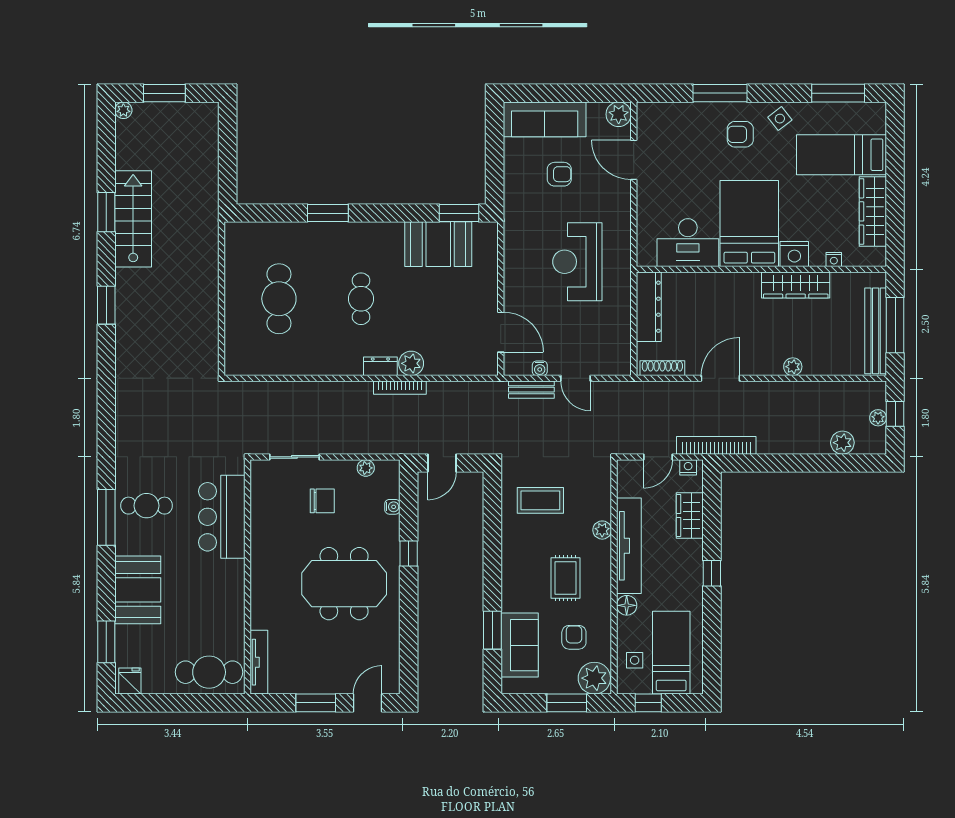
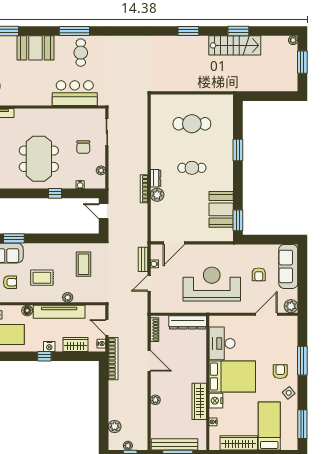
reception desk: (577, 262) -> (212, 284), width x1.36, depth x1.30
nightstand: (693, 564) -> (49, 346), added

